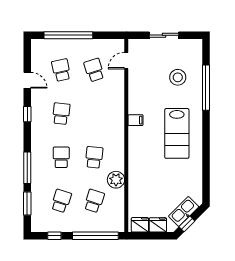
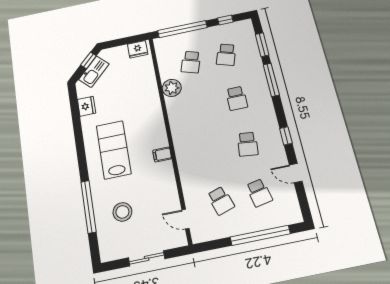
door: (126, 61) -> (185, 219), swing flipped
school desk: (94, 157) -> (200, 106), removed
fridge: (158, 225) -> (87, 106), moved, turned -90

